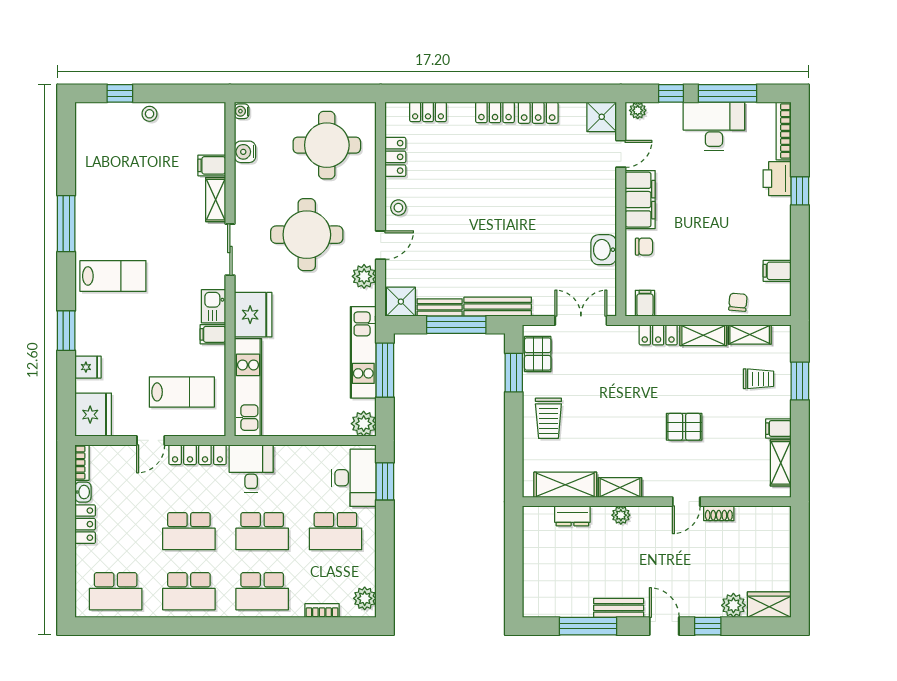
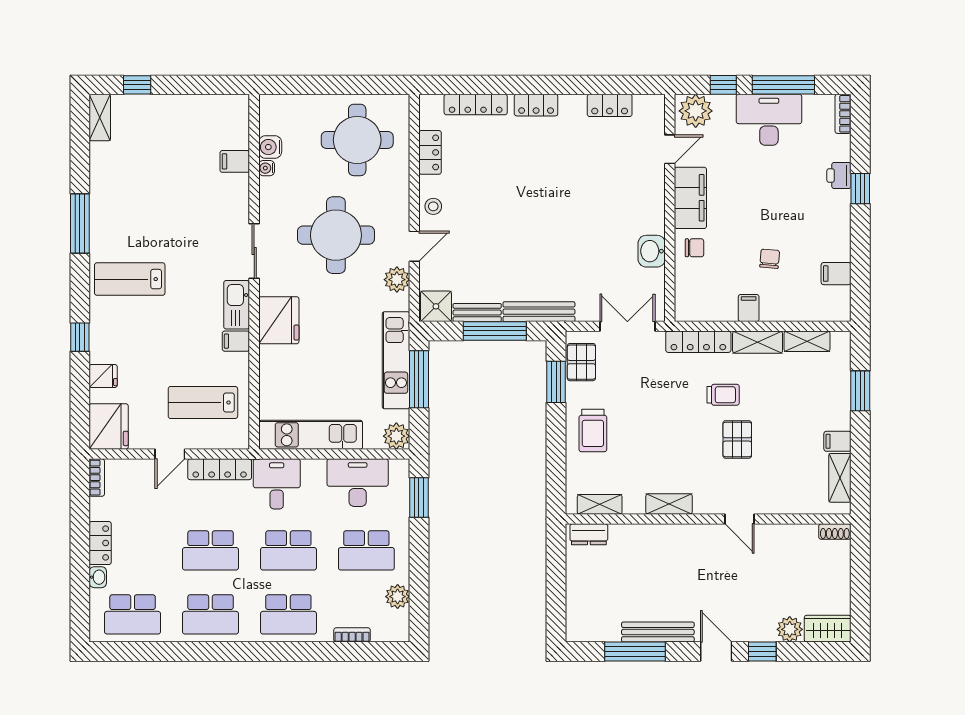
plant: (638, 110) -> (696, 111), width x1.88, depth x1.88
water cooler: (242, 111) -> (267, 168), moved
locker: (428, 112) -> (476, 104), width x1.53
locker: (538, 113) -> (610, 105), moved
stool: (150, 114) -> (169, 107), removed
shower: (602, 117) -> (649, 110), removed
bookcase: (784, 131) -> (843, 114), width x0.64
printer: (777, 179) -> (839, 176), width x0.73, depth x0.81
shelving: (216, 200) -> (100, 118), moved
lab bench: (113, 276) -> (130, 279), turned 180
chair: (738, 302) -> (770, 259), moved
filing cabinet: (645, 303) -> (749, 308), moved
kitchen sink: (213, 306) -> (237, 305), width x1.38
window: (66, 331) -> (80, 337), width x0.67
locker: (658, 335) -> (698, 342), width x1.53
trolley: (759, 379) -> (723, 395), moved
kitchen unit: (248, 387) -> (311, 435), moved, turned -90
lab bench: (182, 392) -> (203, 402), turned 180
pallet: (684, 427) -> (737, 439), turned 90
desk: (354, 478) -> (358, 483), moved, turned -90
shelving: (565, 485) -> (600, 504), width x0.67, depth x0.75
washbasin: (83, 492) -> (98, 577), moved
door: (686, 502) -> (740, 519), hinge flipped
shoe rack: (719, 513) -> (835, 532), moved
plant: (621, 515) -> (670, 533), removed
dresser: (572, 516) -> (589, 534), moved
plant: (365, 598) -> (398, 597), moved
bench: (619, 608) -> (658, 632), width x1.36

